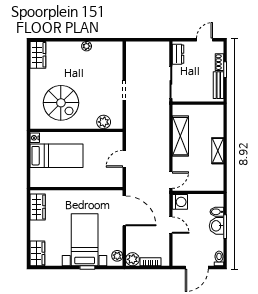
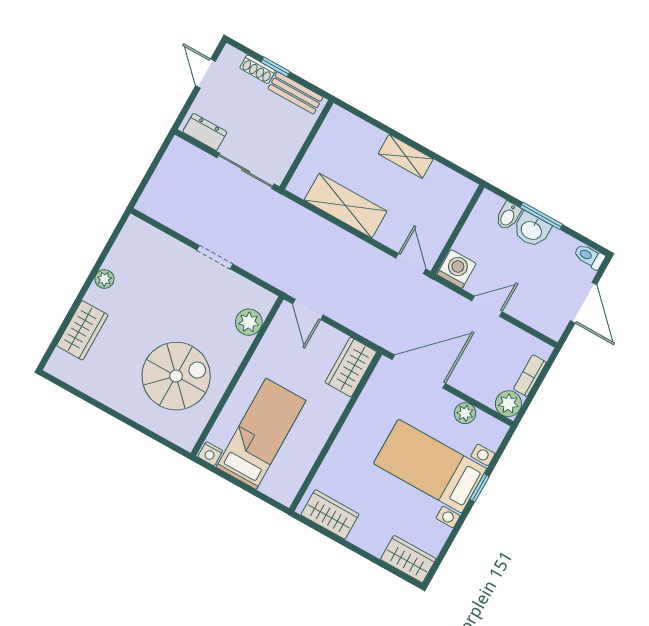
wardrobe: (38, 55) -> (82, 330), moved, turned 90
door: (124, 159) -> (308, 309), moved
wardrobe: (109, 179) -> (351, 367), added
plant: (117, 256) -> (465, 413), moved

